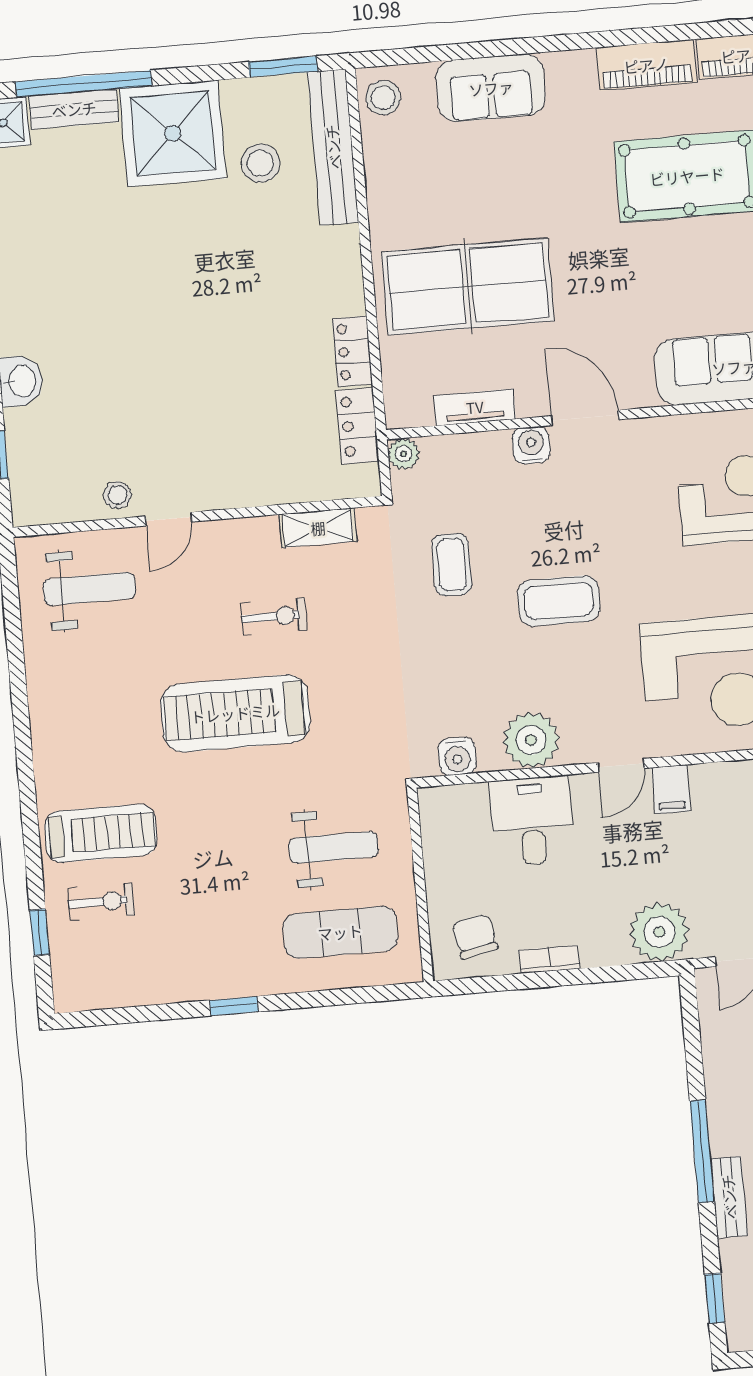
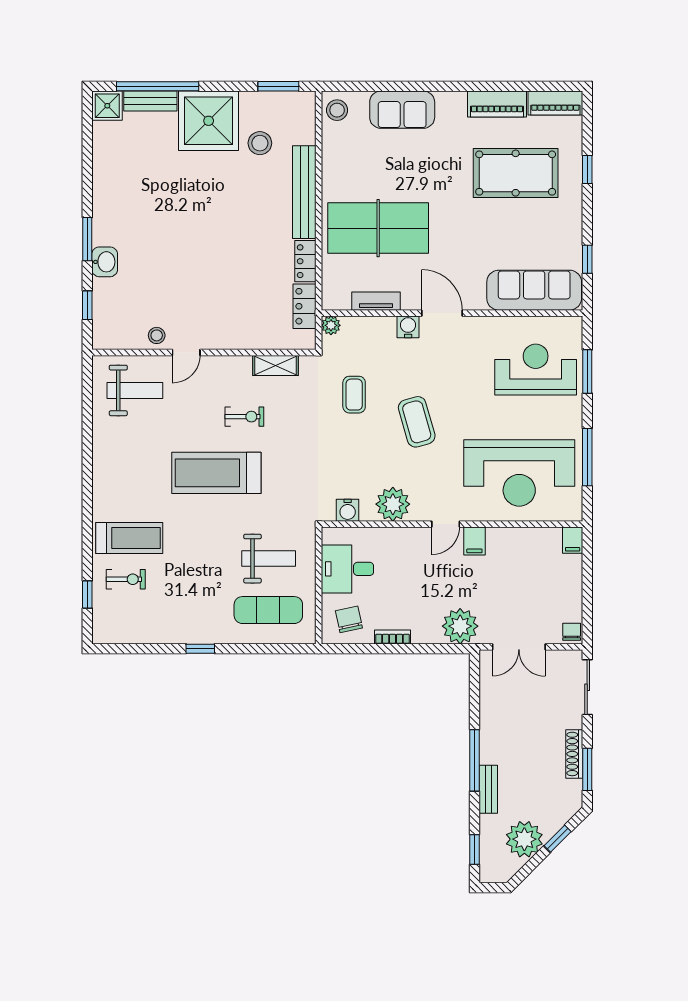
bench: (333, 147) -> (304, 192), moved
coffee table: (559, 601) -> (417, 422), turned 74
desk: (532, 821) -> (347, 569), moved, turned -90

